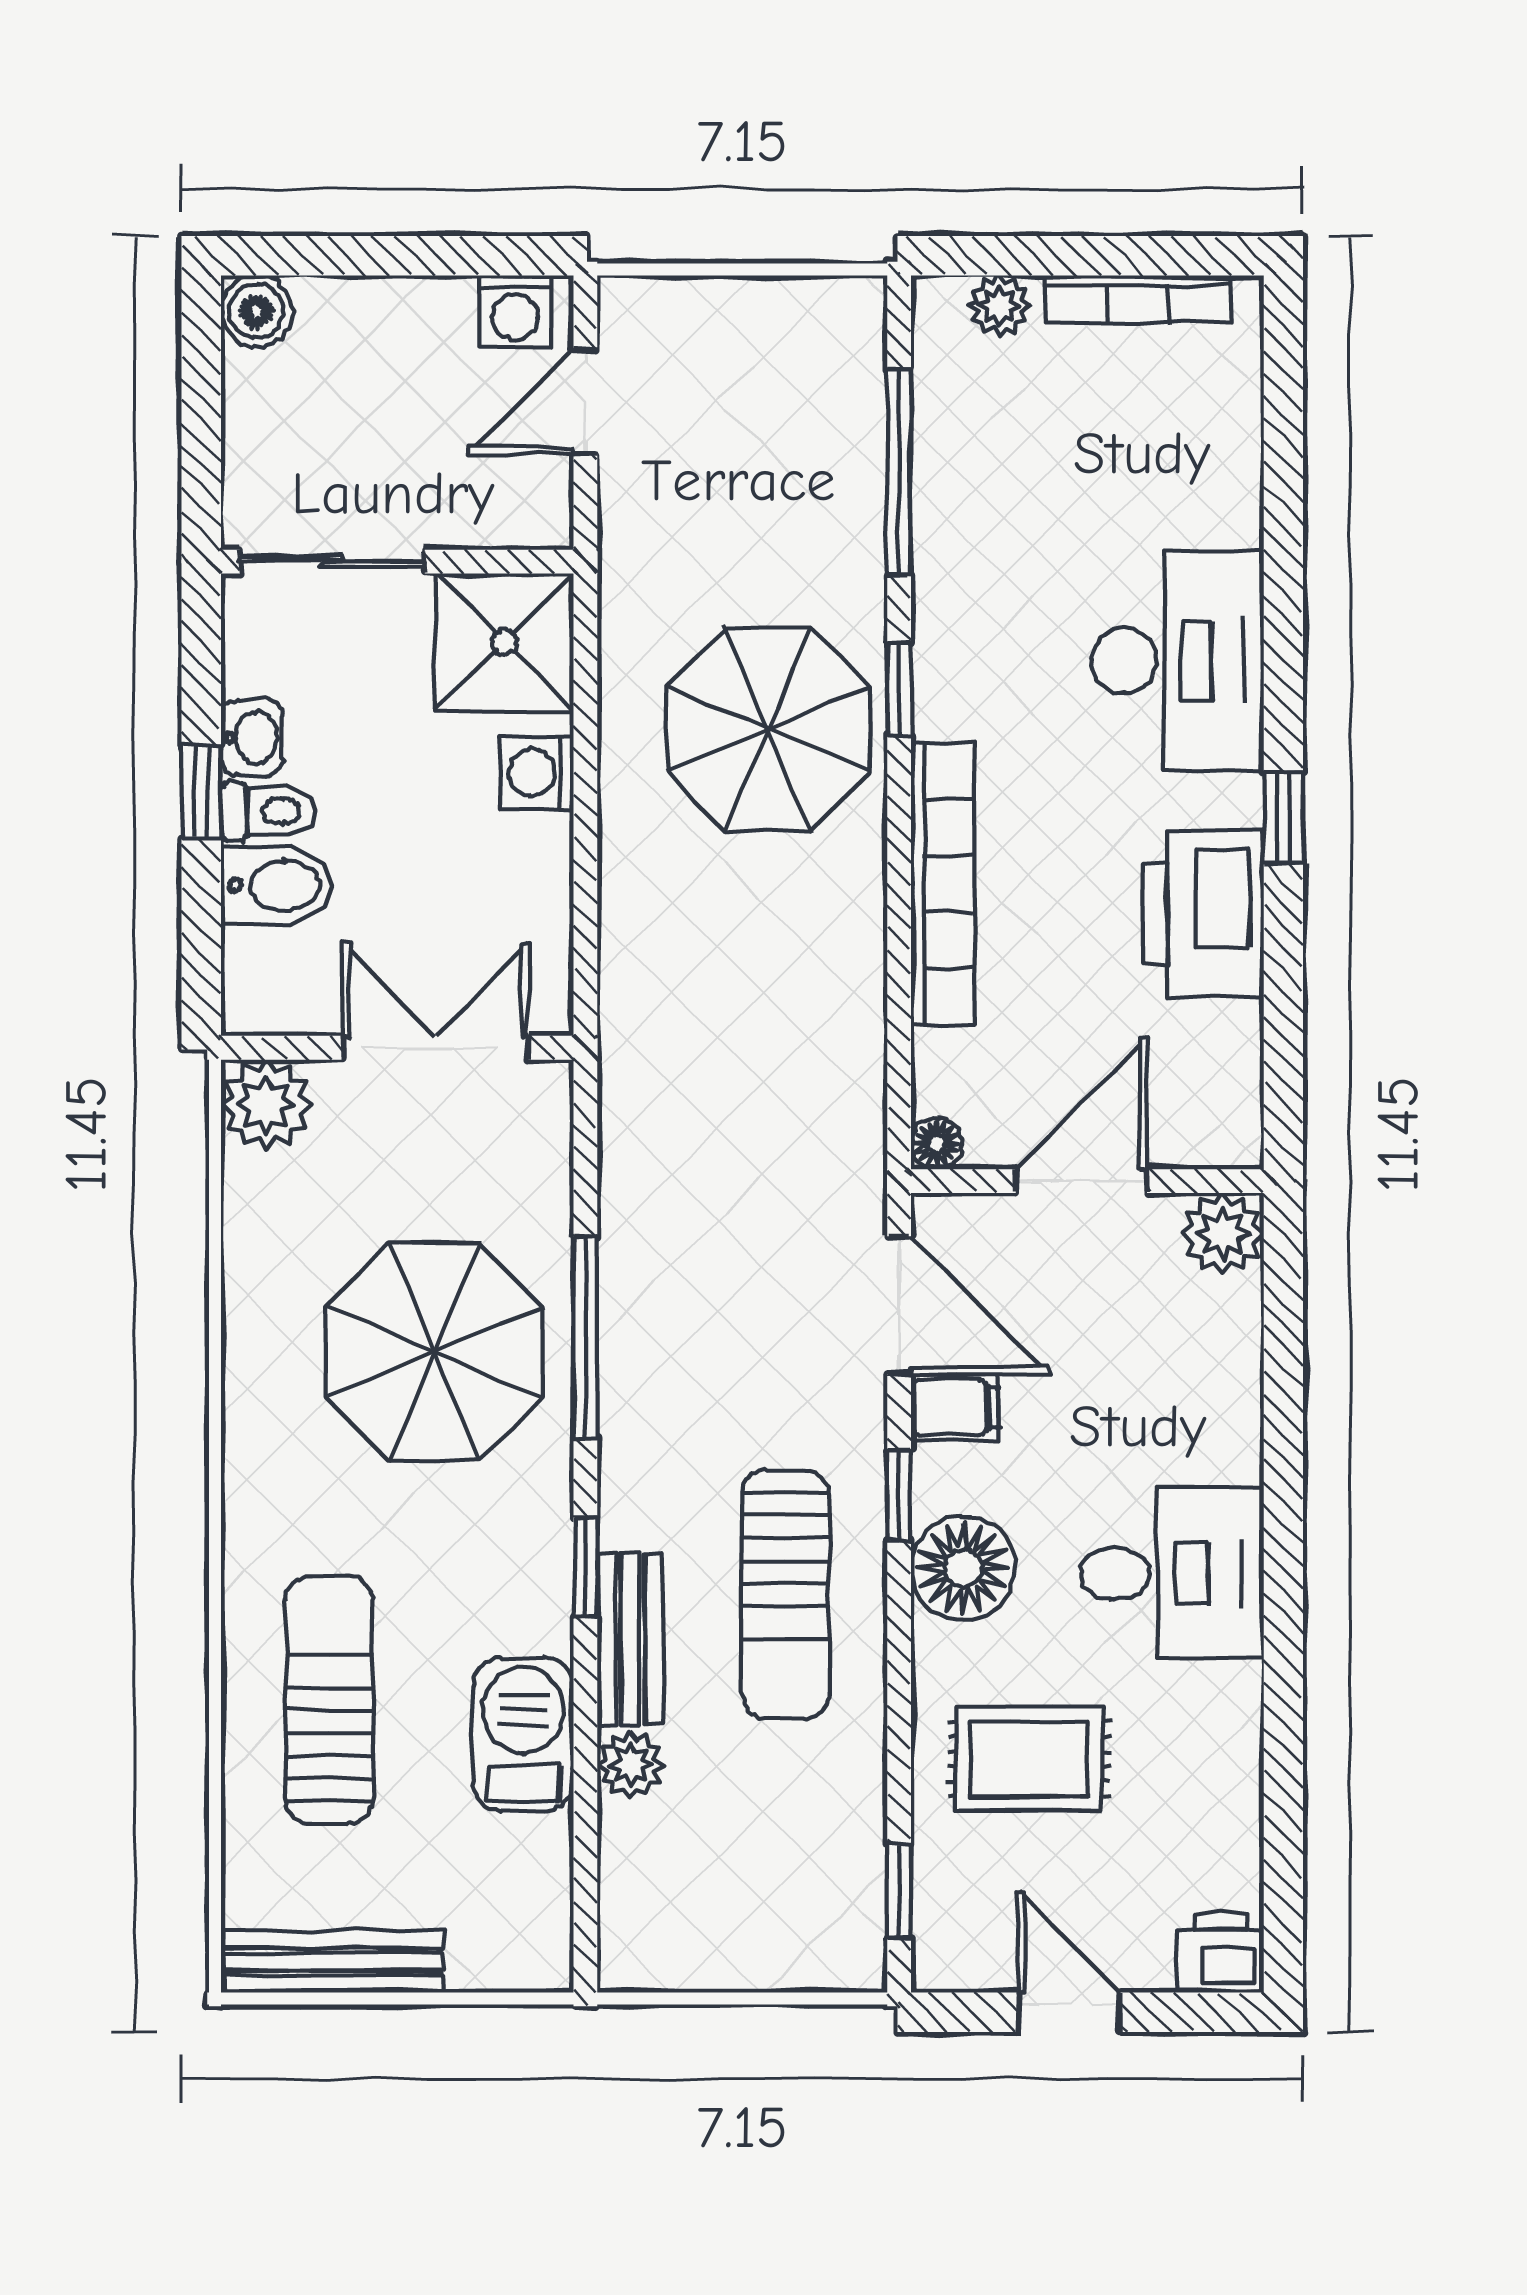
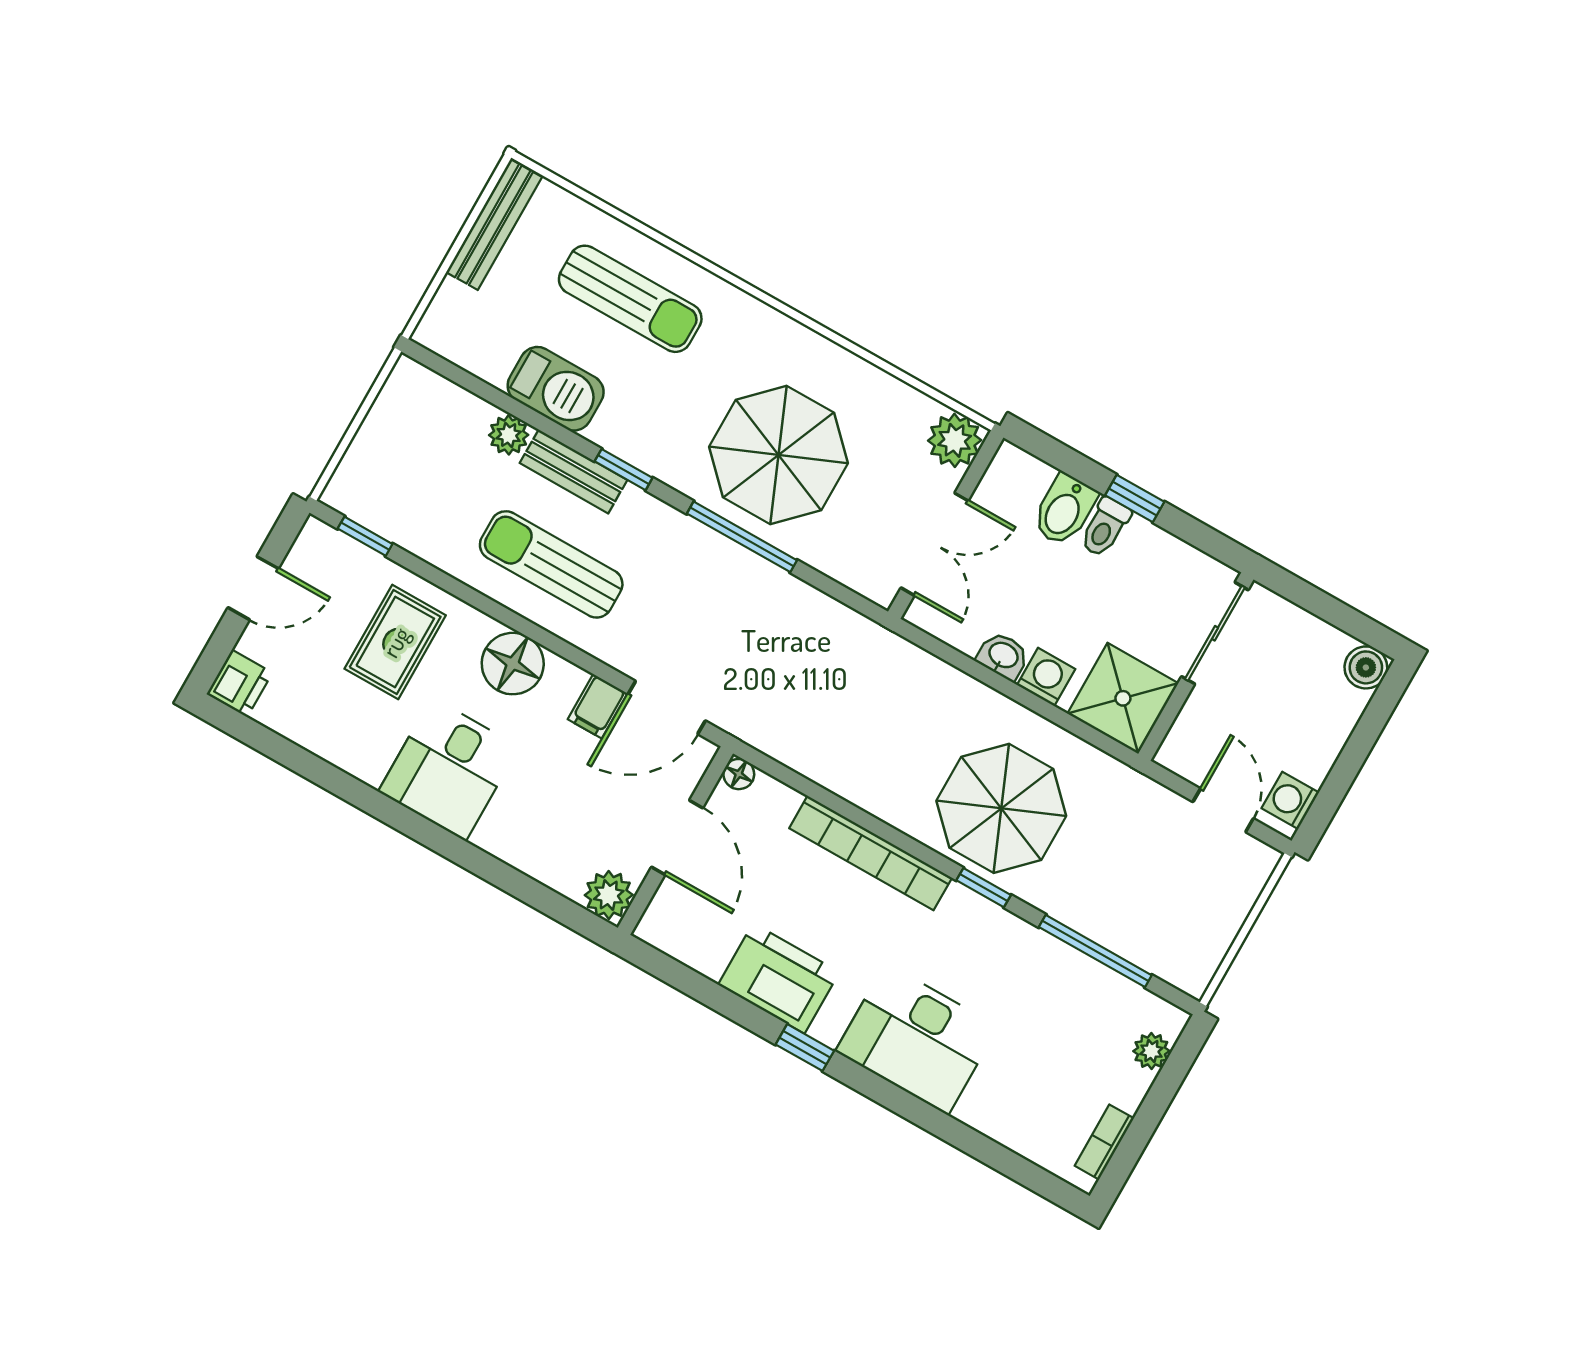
bookcase: (1139, 299) -> (1104, 1142), width x0.64
washbasin: (252, 738) -> (1003, 656), moved, turned 180
window: (899, 1495) -> (569, 652), removed

